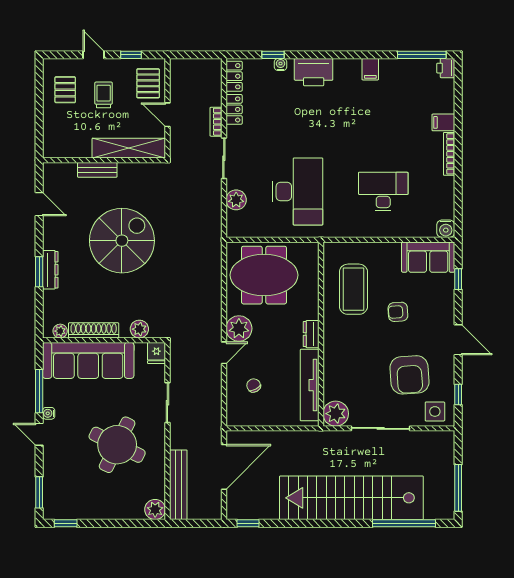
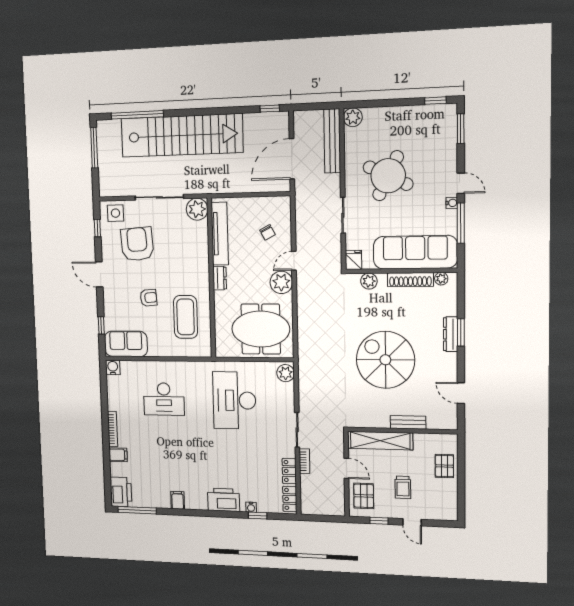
printer: (446, 68) -> (121, 492), width x1.87, depth x1.48
pallet: (65, 90) -> (444, 466), moved
plant: (236, 200) -> (286, 373), moved
spiral stairs: (122, 241) -> (385, 360), turned 90

